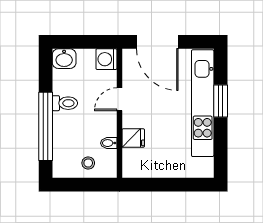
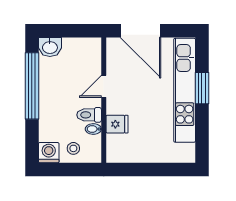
washing machine: (106, 59) -> (49, 153), moved, turned 90
toilet: (65, 103) -> (89, 115), moved, turned 180
window: (46, 126) -> (32, 86), moved

